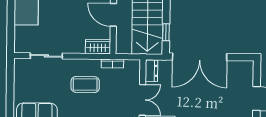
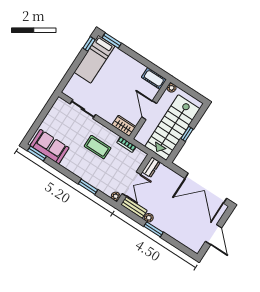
window: (166, 32) -> (187, 134), moved
double door: (200, 57) -> (206, 188), moved

